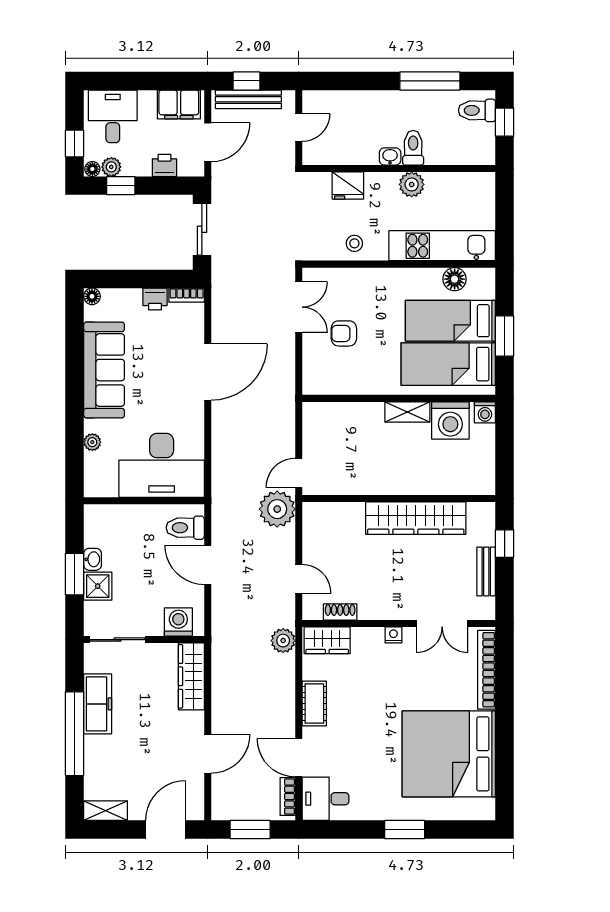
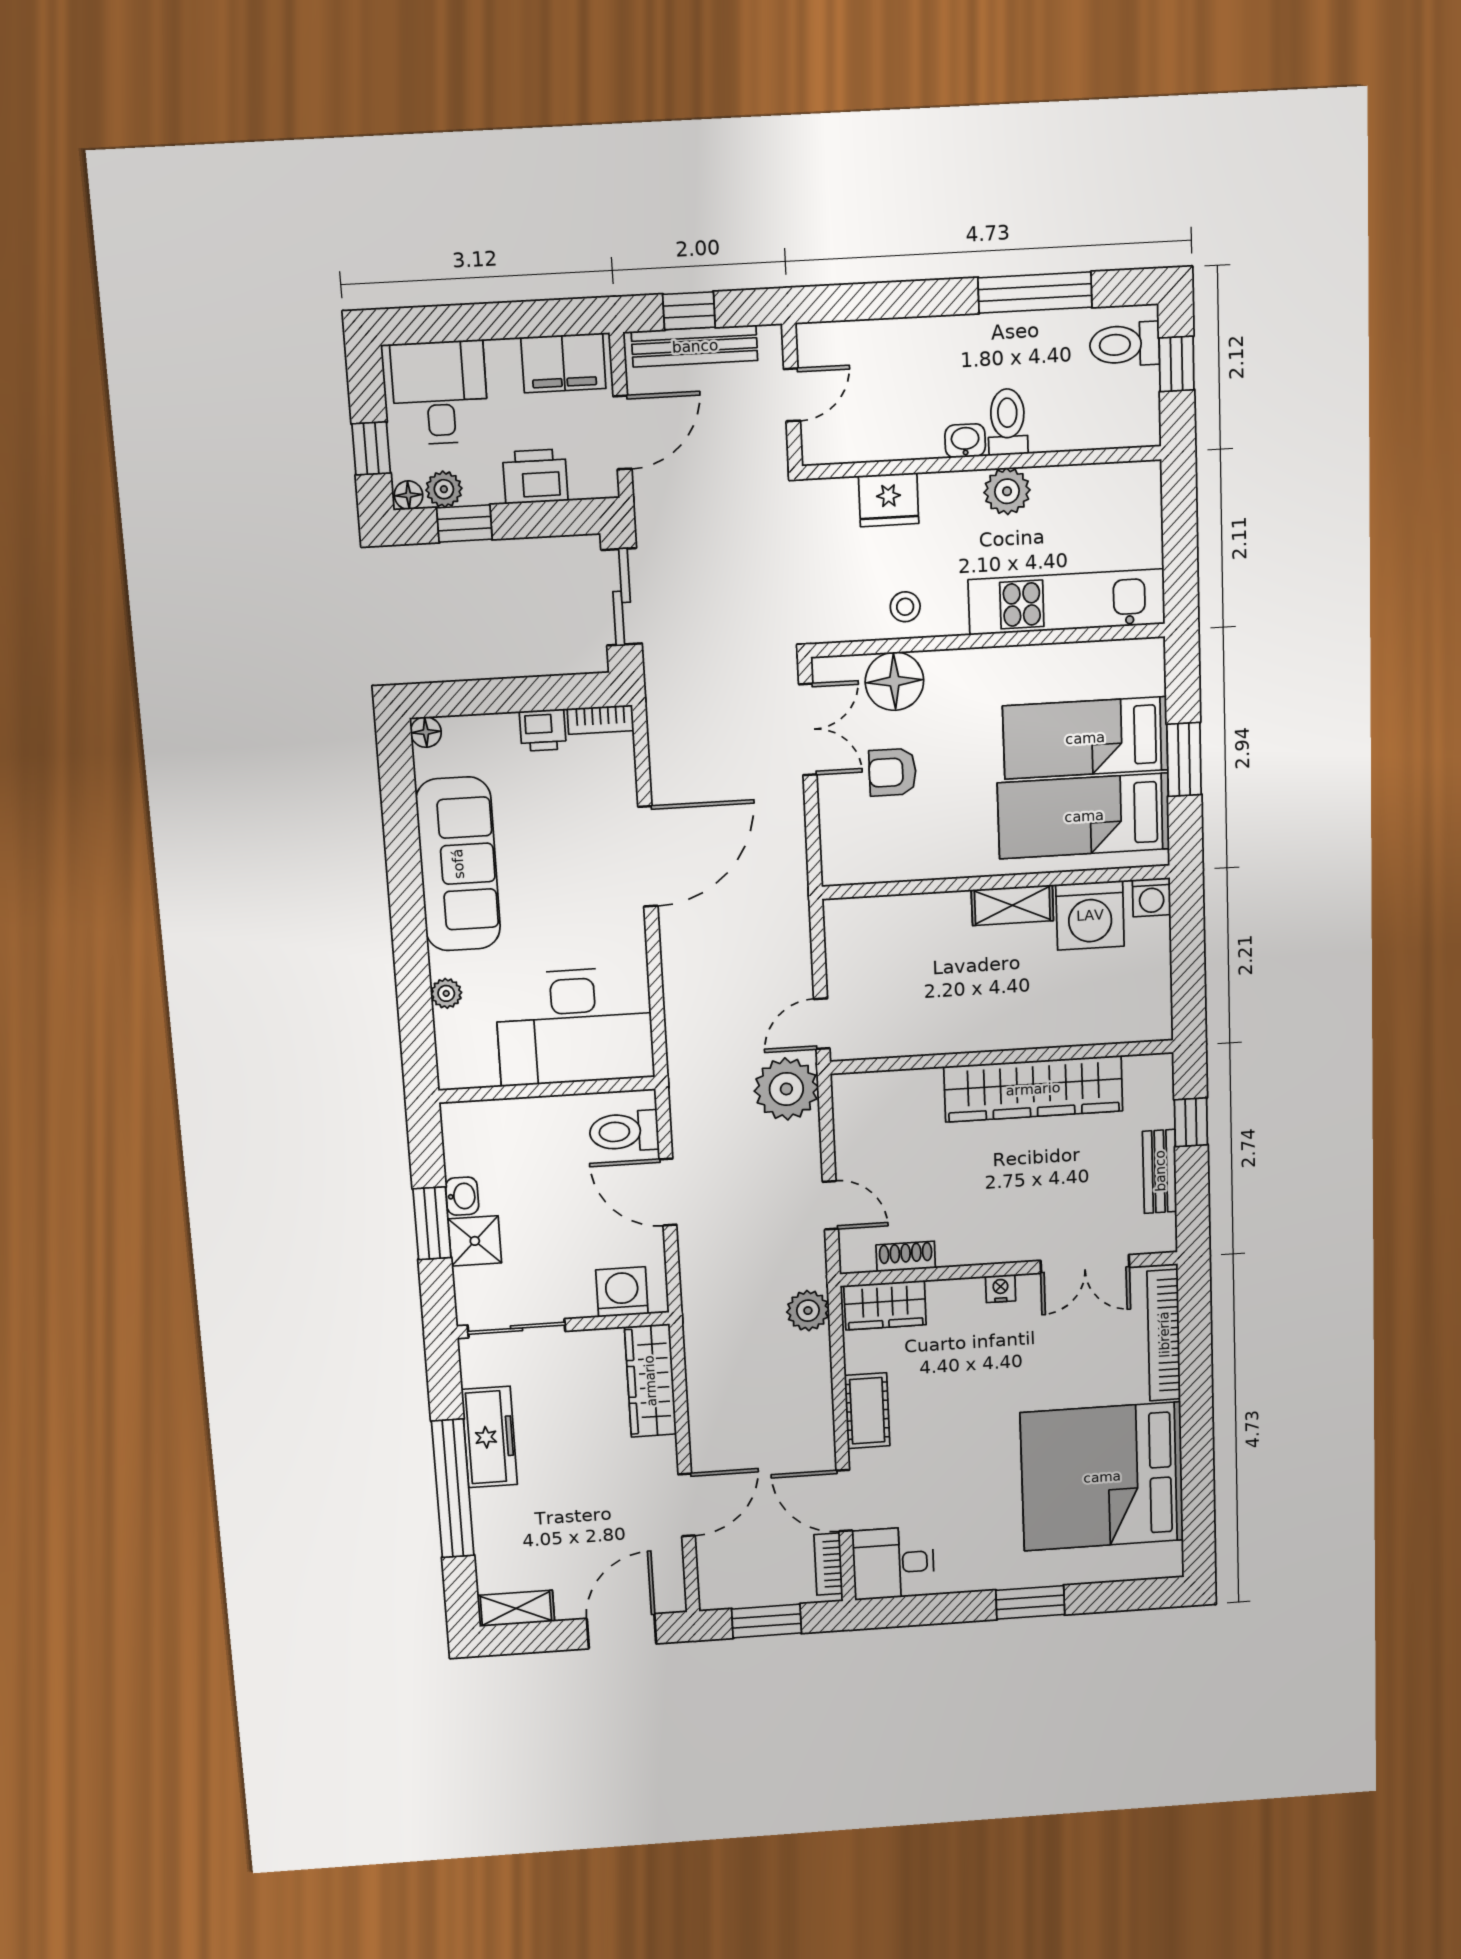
printer: (164, 165) -> (535, 476), width x1.36, depth x1.24
floor lamp: (455, 279) -> (894, 681), moved, width x1.38, depth x1.38

